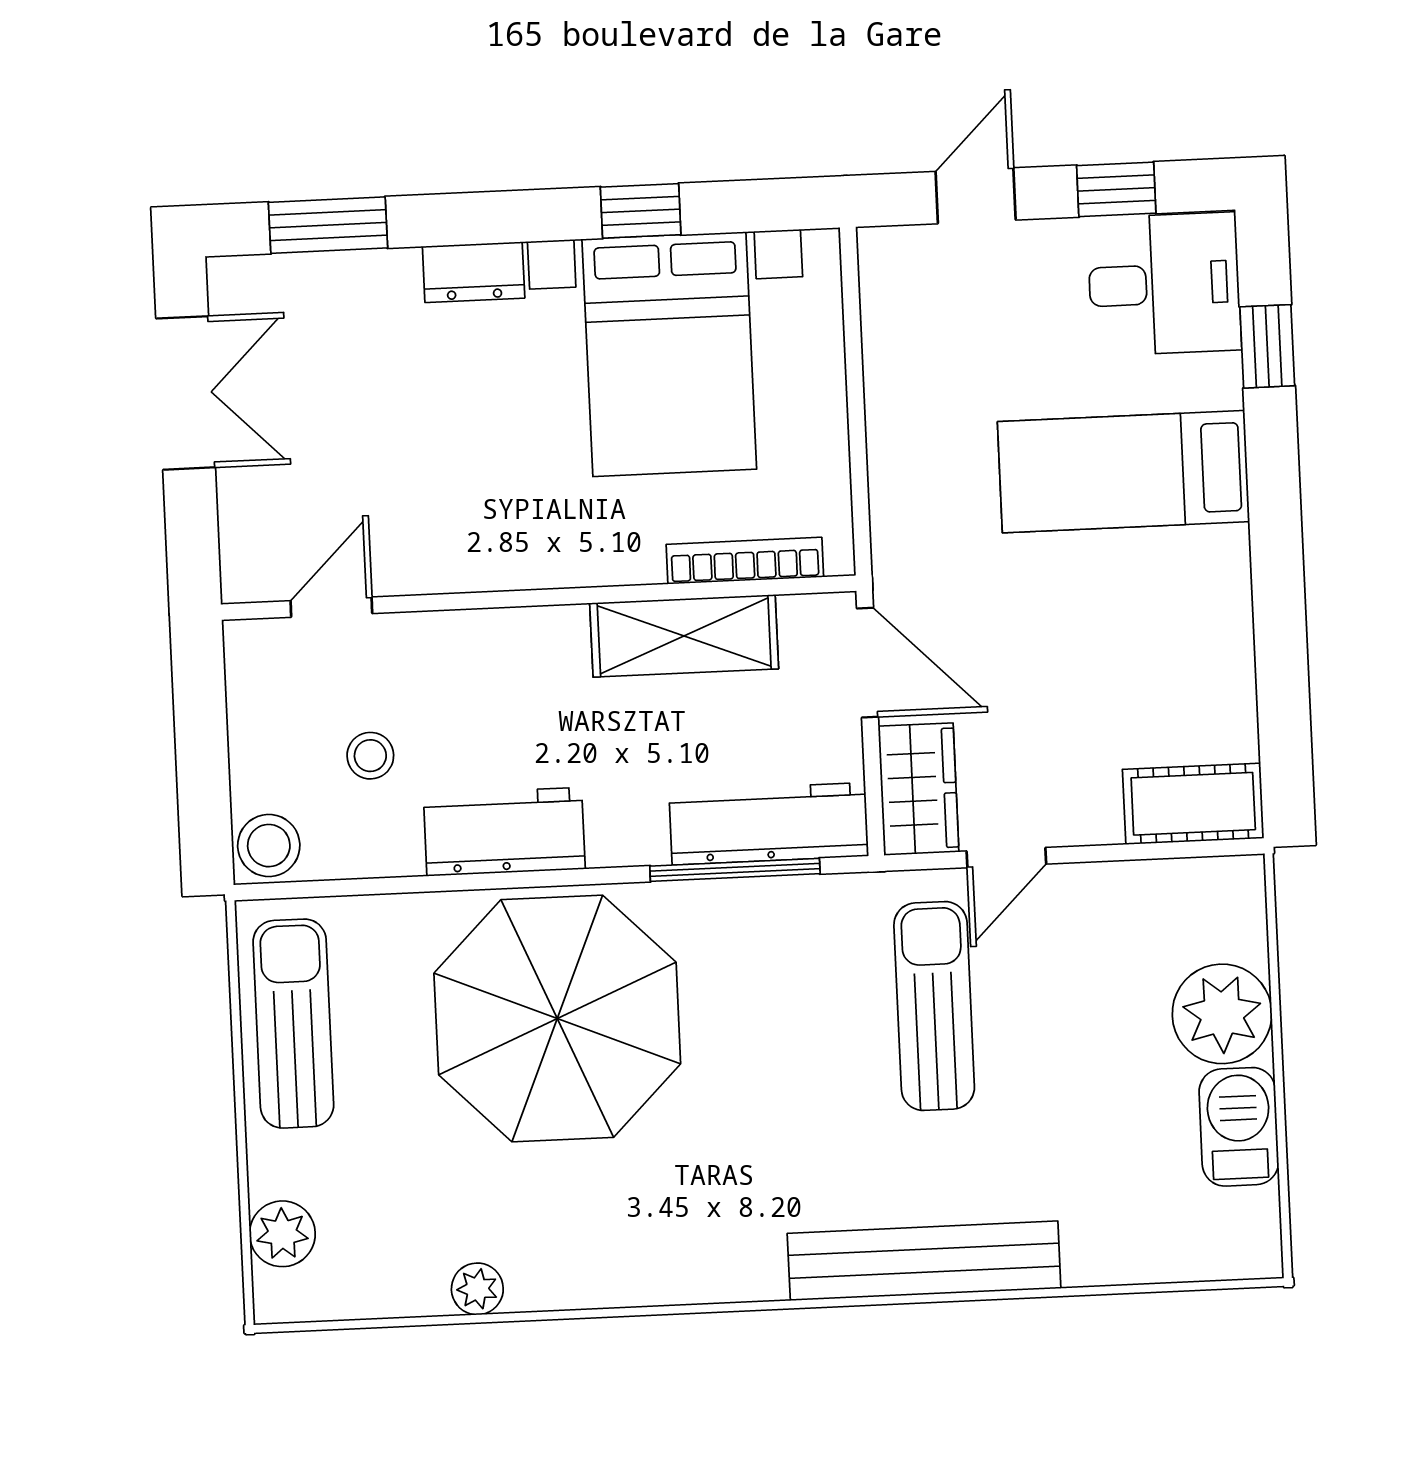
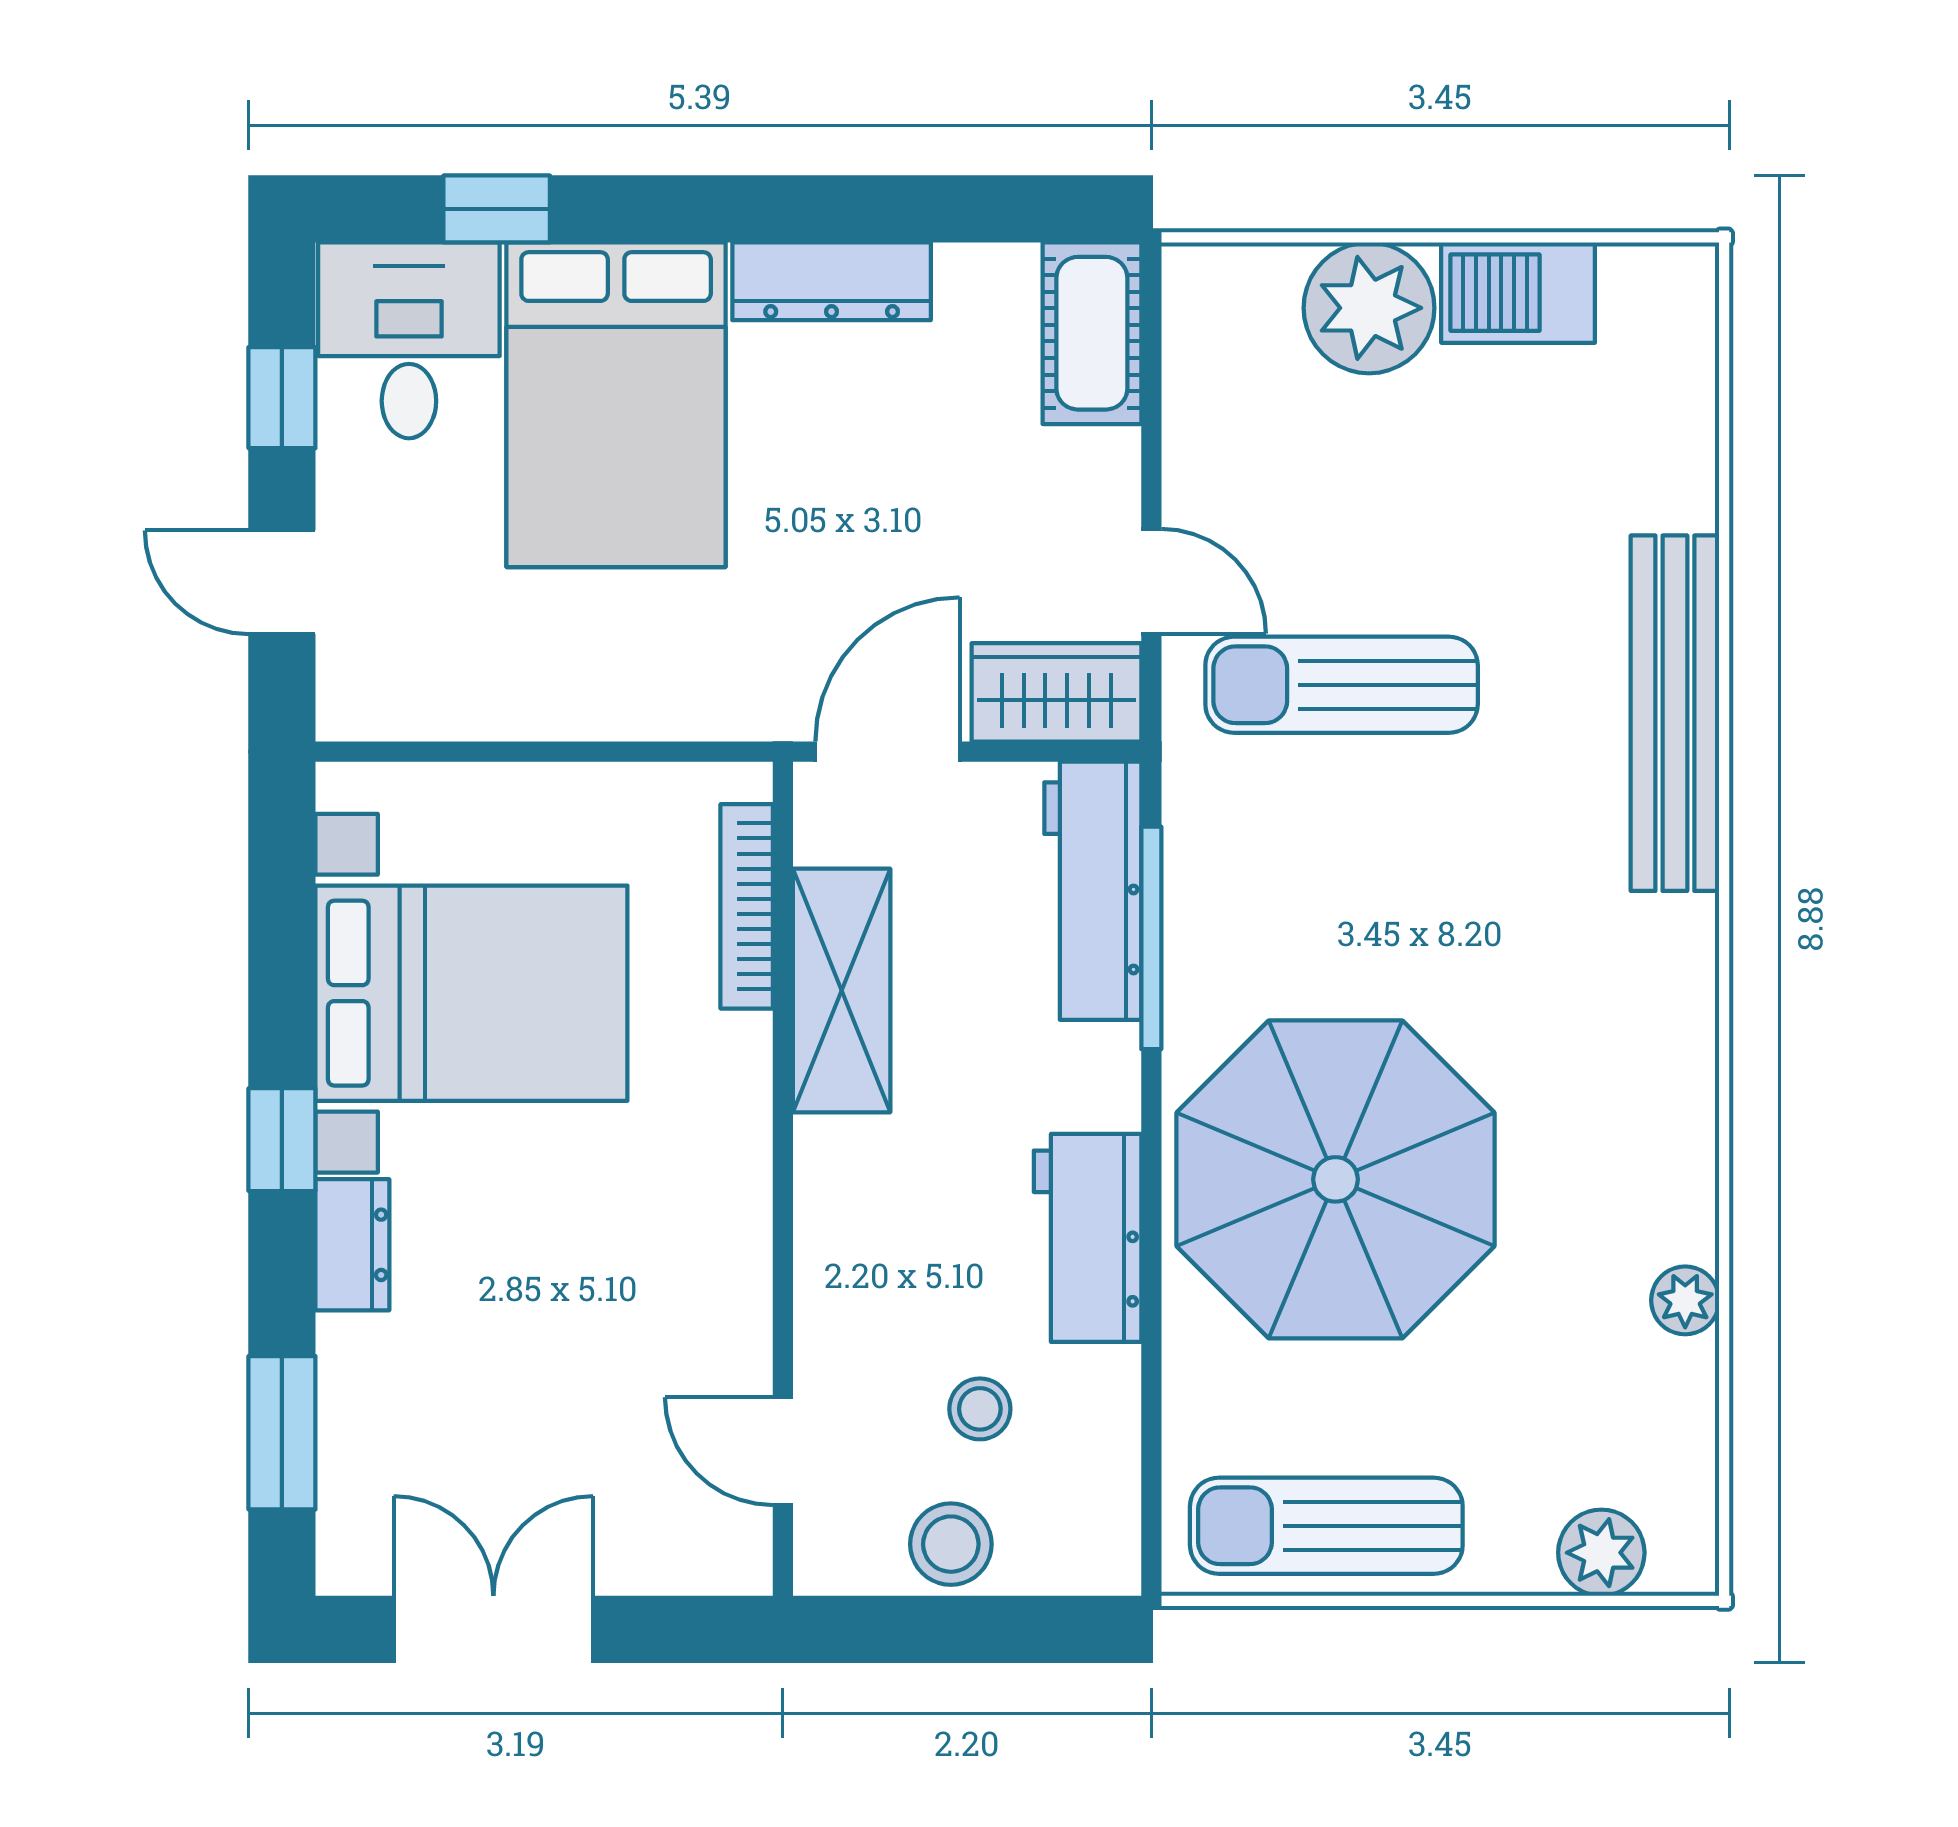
window: (641, 211) -> (282, 1140), moved
bed: (1124, 472) -> (616, 405), width x1.50
dresser: (1224, 604) -> (832, 281), added
stool: (269, 846) -> (951, 1544), moved

